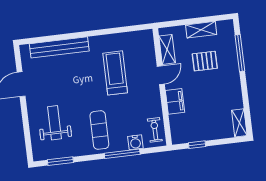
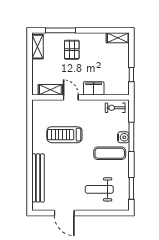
shelving: (201, 30) -> (38, 47), moved
pallet: (205, 61) -> (72, 50), moved
water cooler: (135, 142) -> (123, 137), moved

